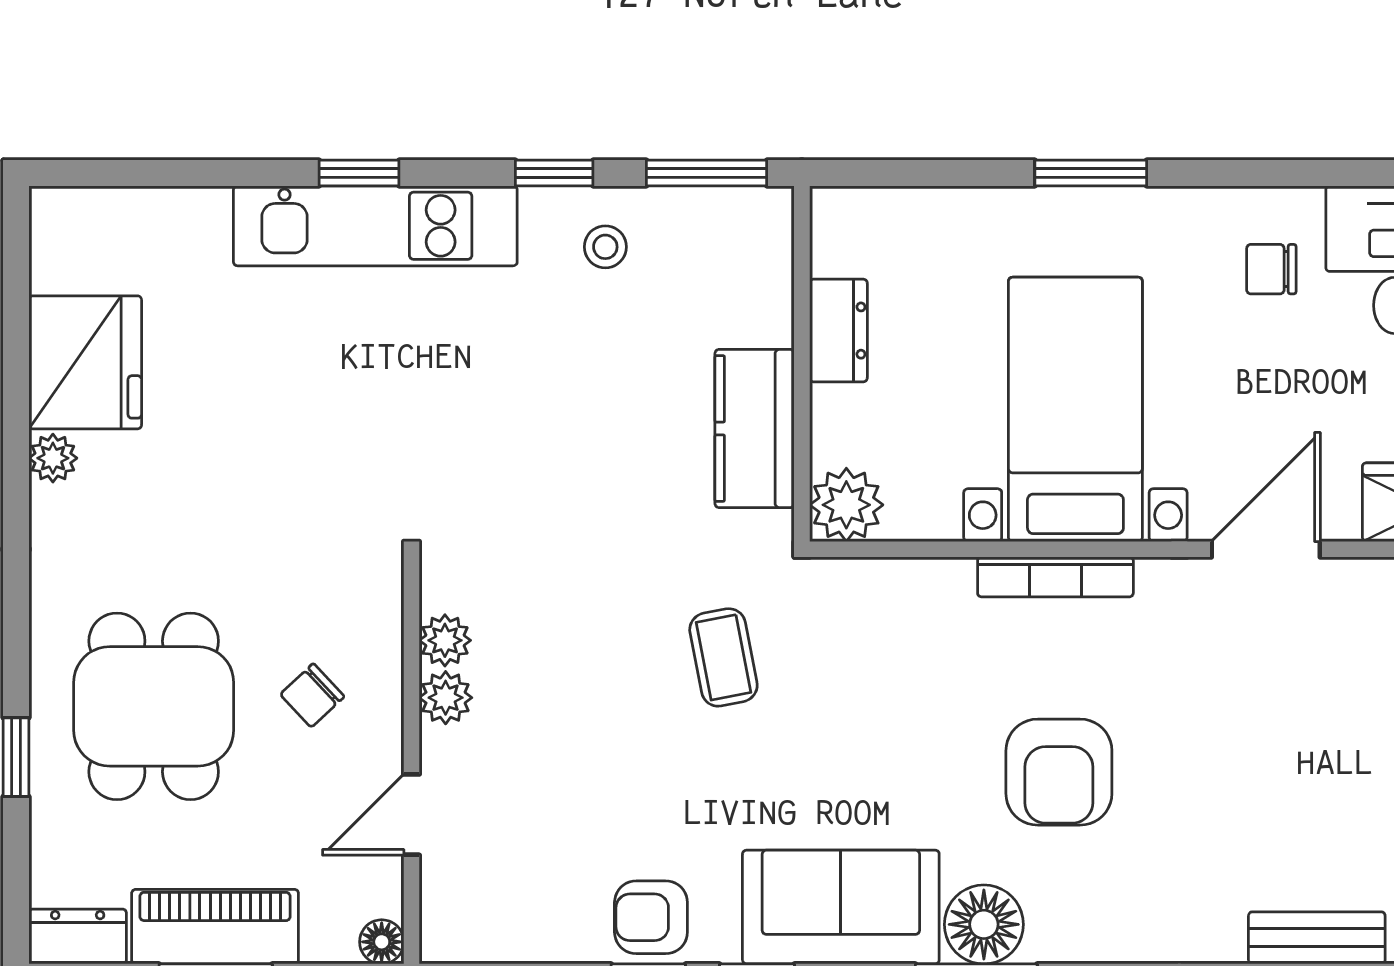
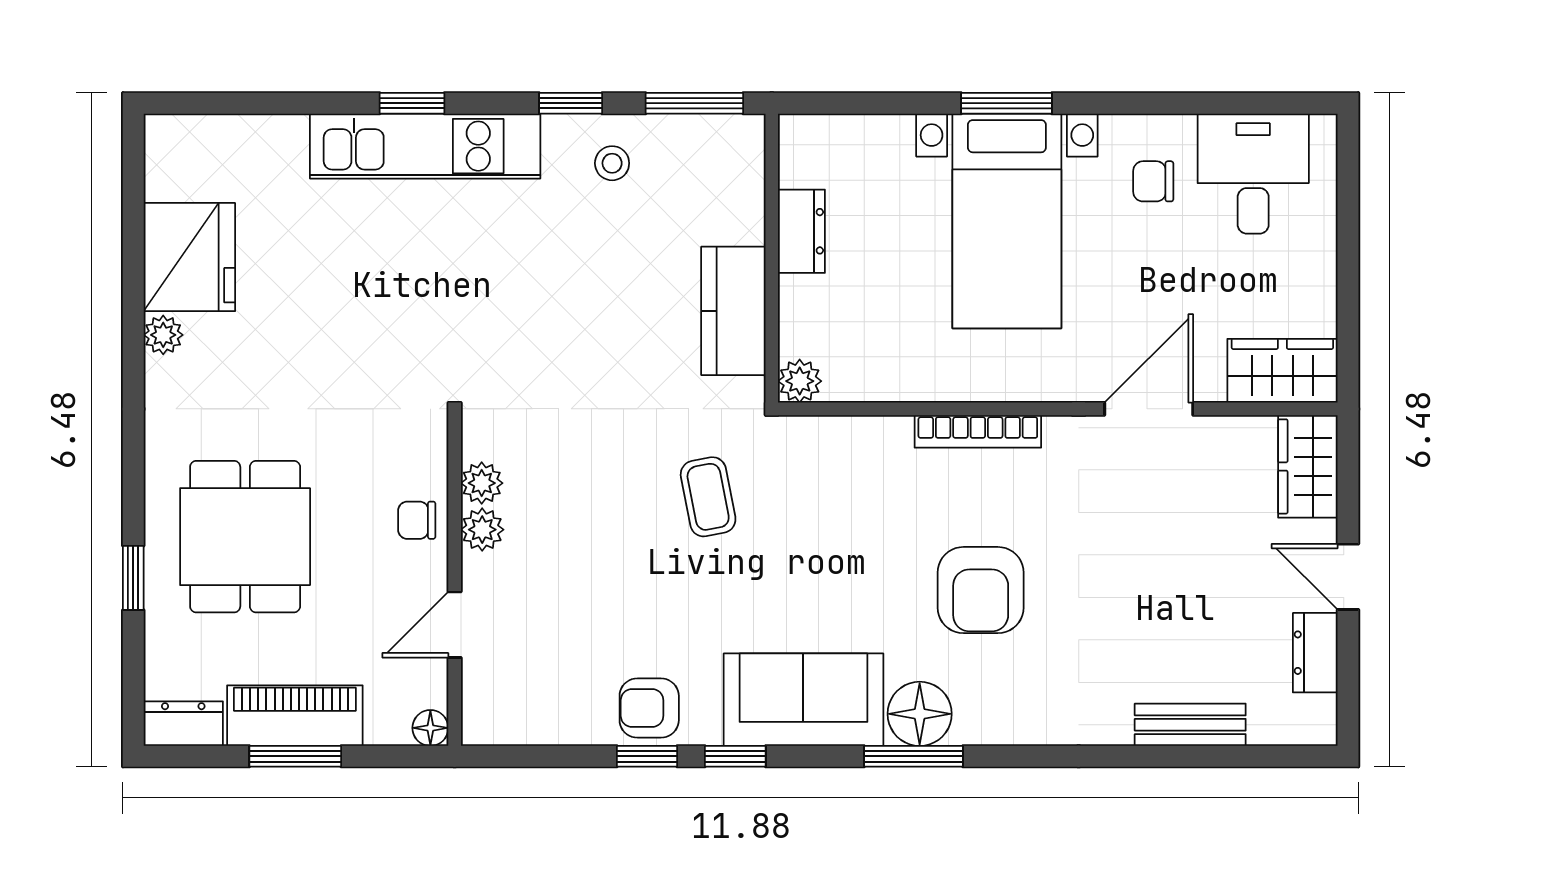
bed with nightstands: (1075, 409) -> (1007, 221), moved, turned 180
plant: (846, 505) -> (800, 381), width x0.73, depth x0.73
chair: (312, 695) -> (417, 520), moved, turned 43

